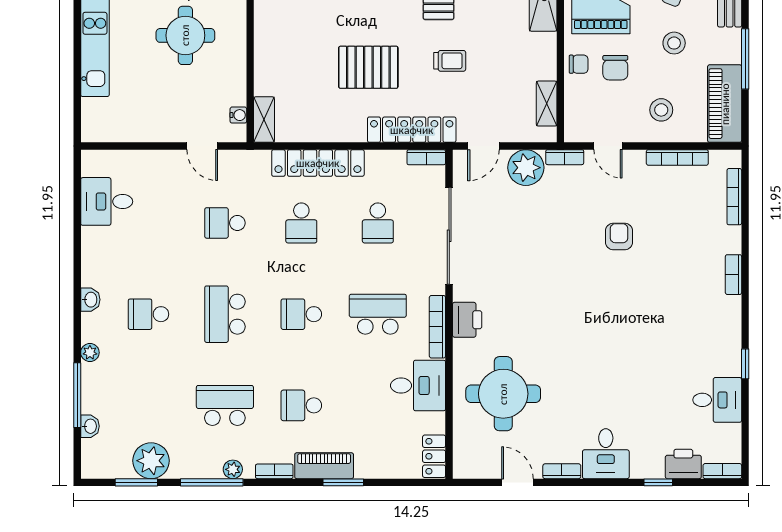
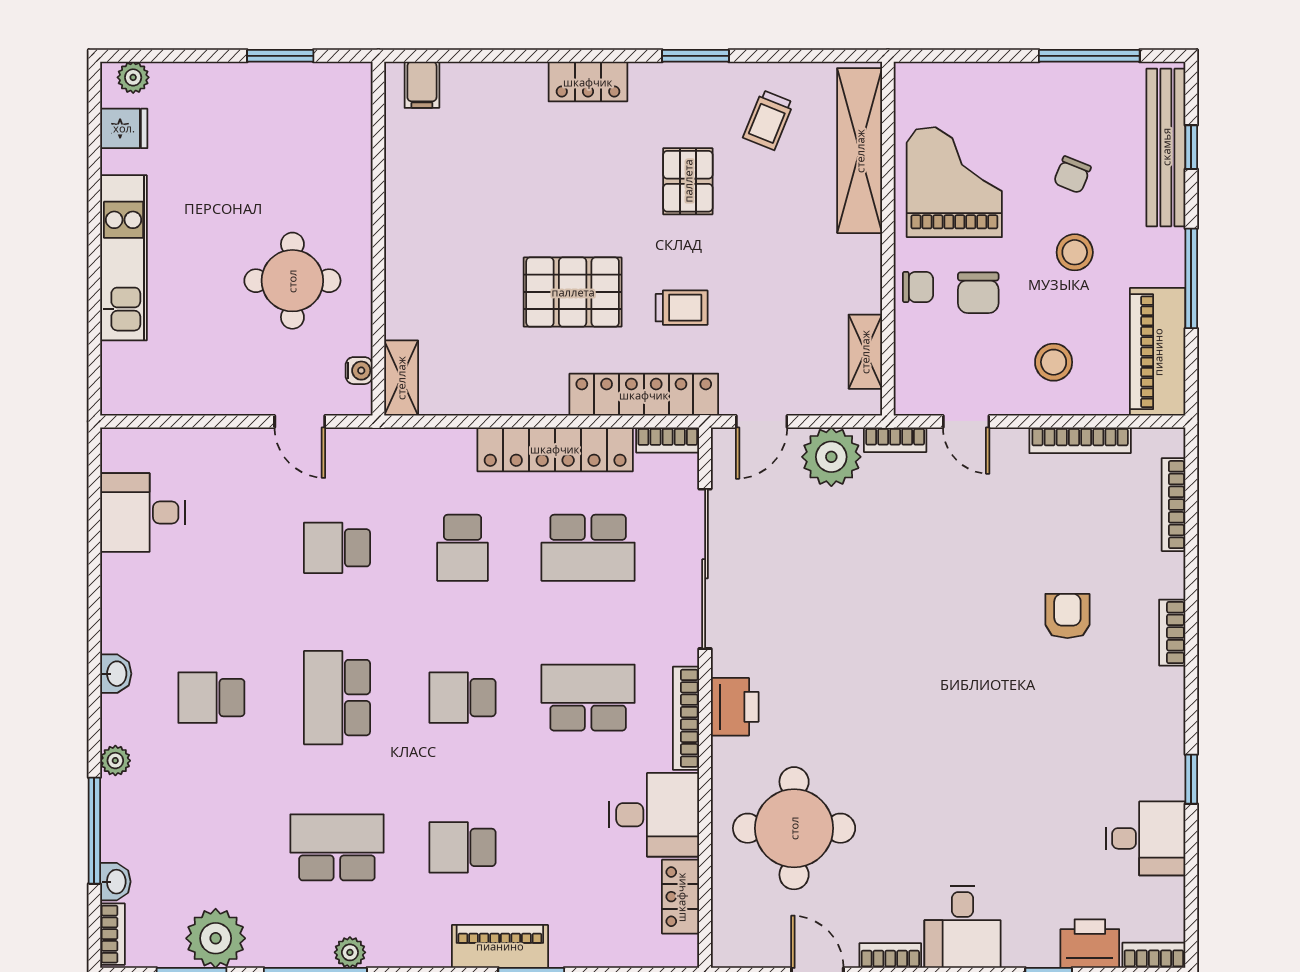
round table: (185, 35) -> (292, 281), moved
trolley: (450, 61) -> (682, 308), moved
locker: (318, 163) -> (555, 449), moved
school desk: (378, 223) -> (588, 548), width x1.85
armchair: (619, 236) -> (1067, 616), moved
locker: (434, 456) -> (681, 897), moved
bookcase: (274, 471) -> (113, 934), moved, turned 90

